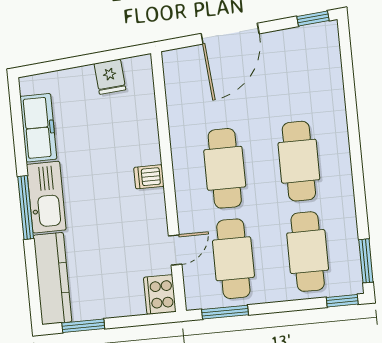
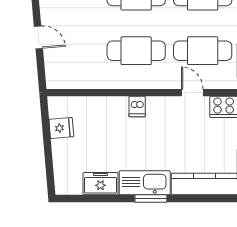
door: (230, 34) -> (38, 37), width x0.53
freezer: (38, 128) -> (100, 184), width x0.71
window: (26, 208) -> (151, 199), width x0.69

